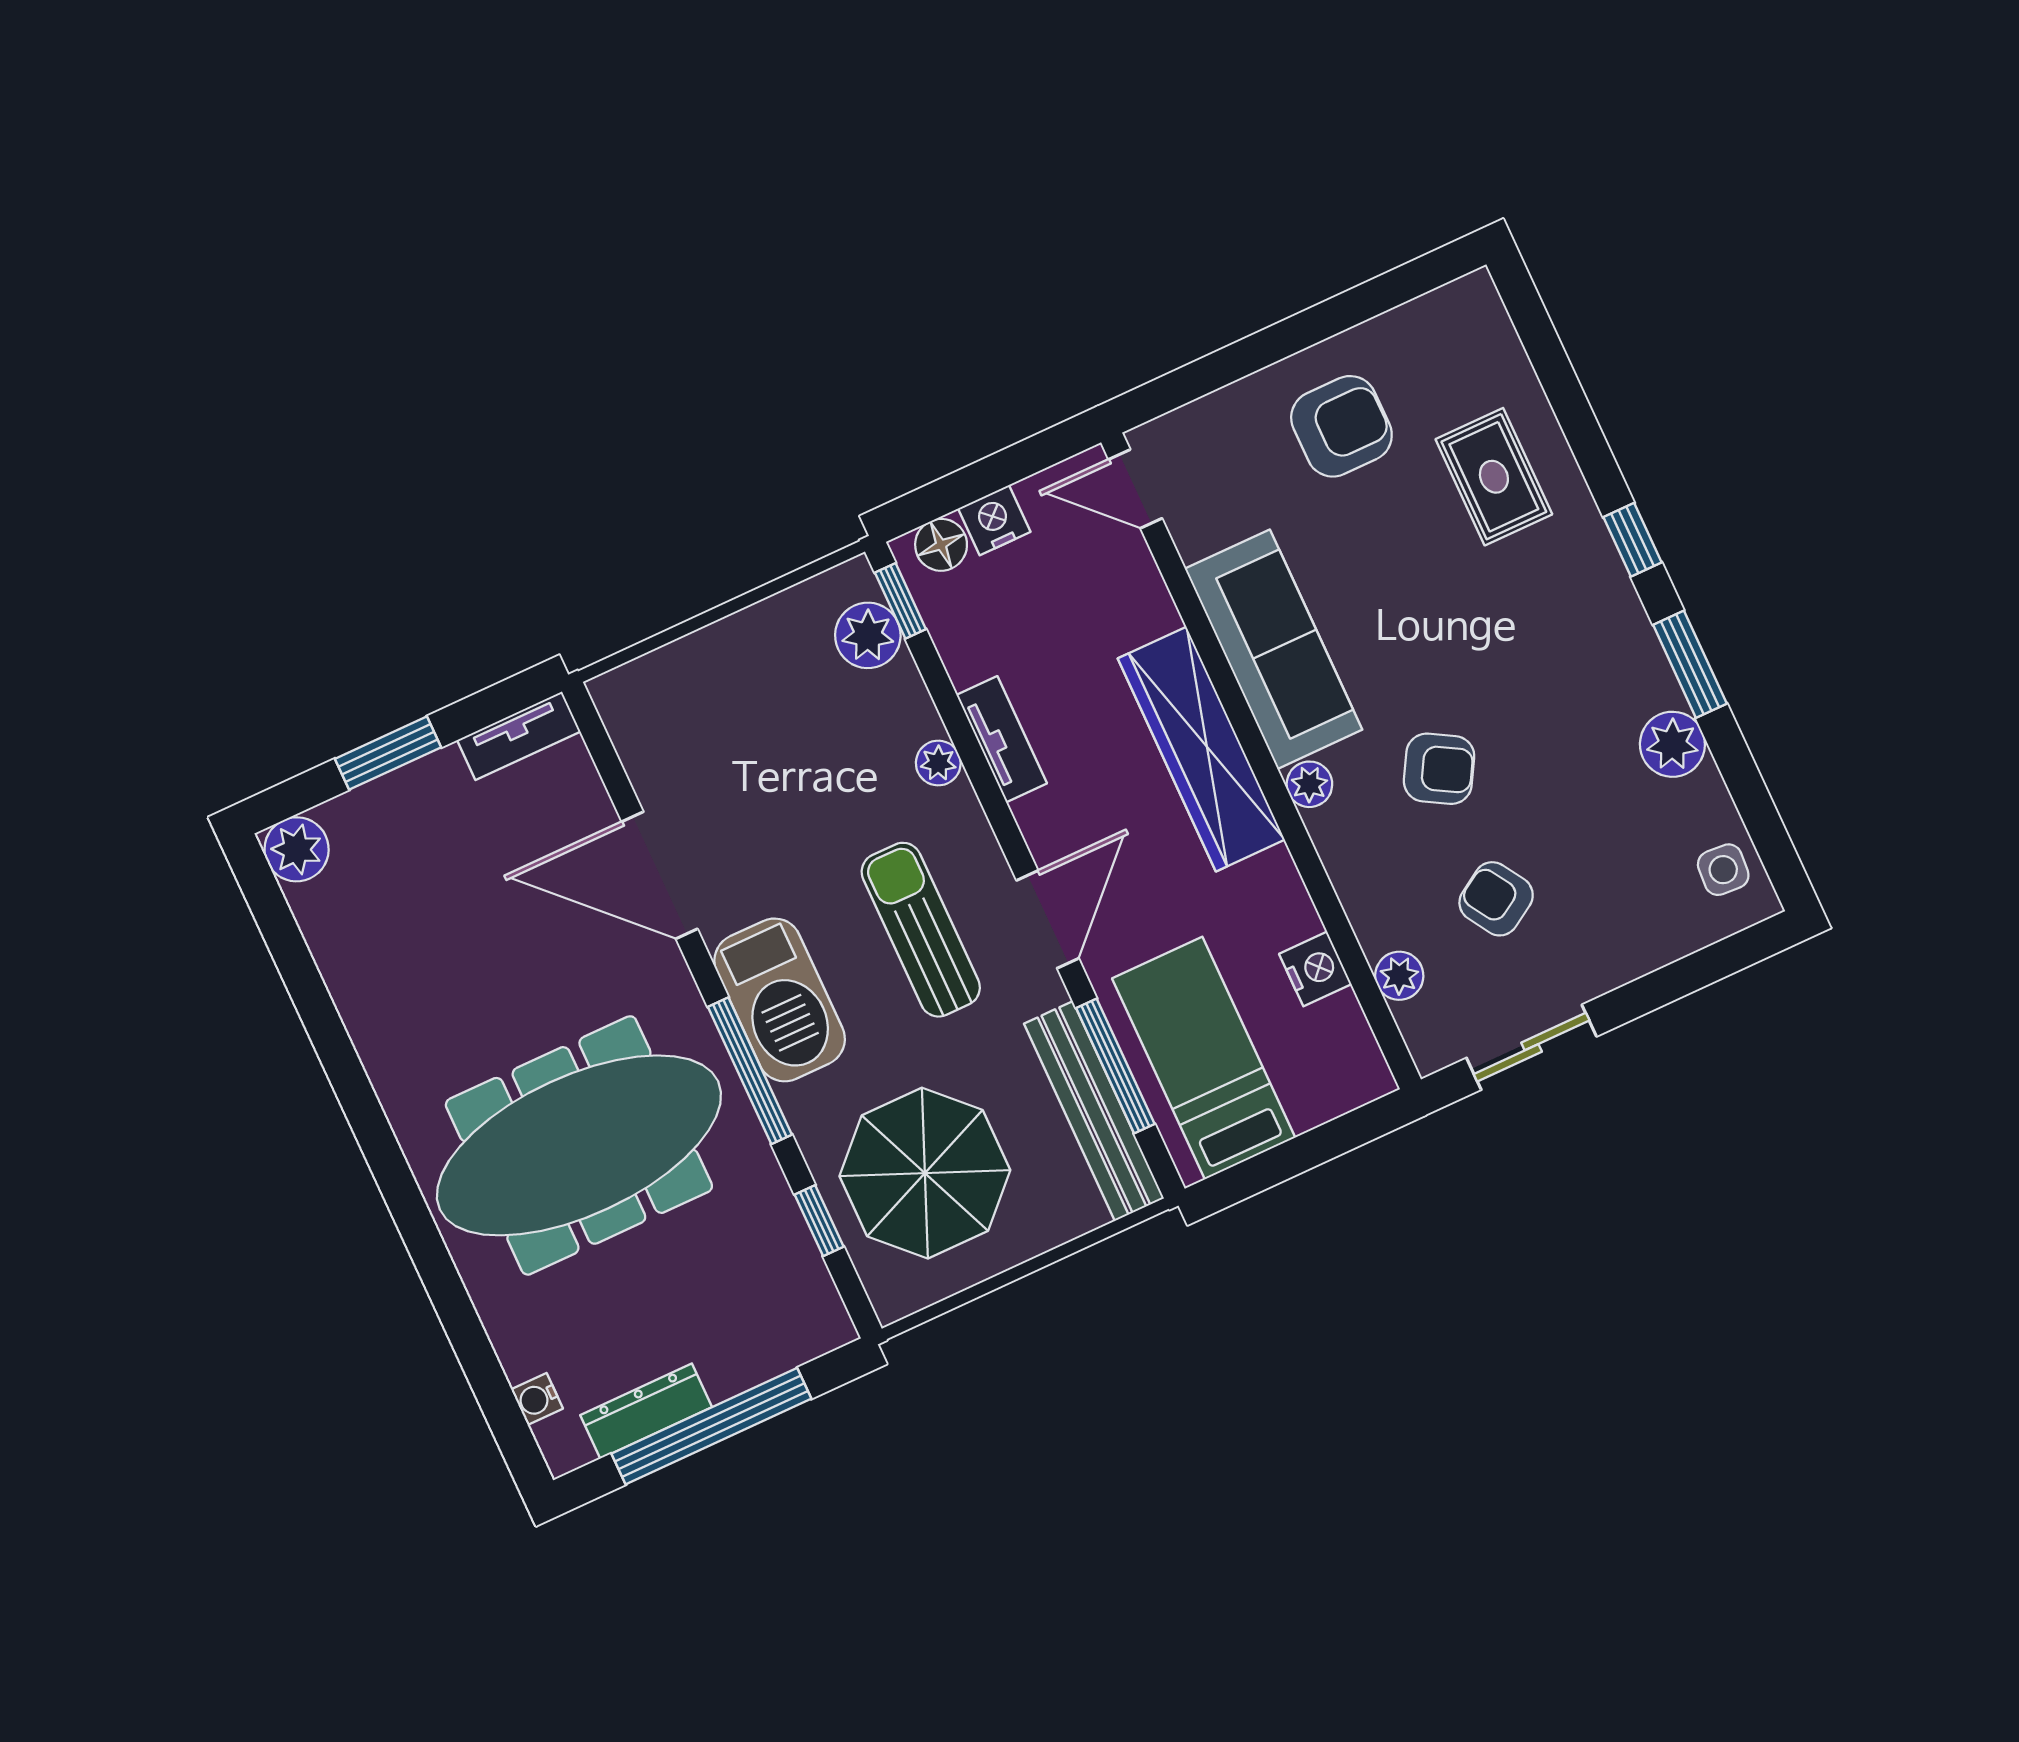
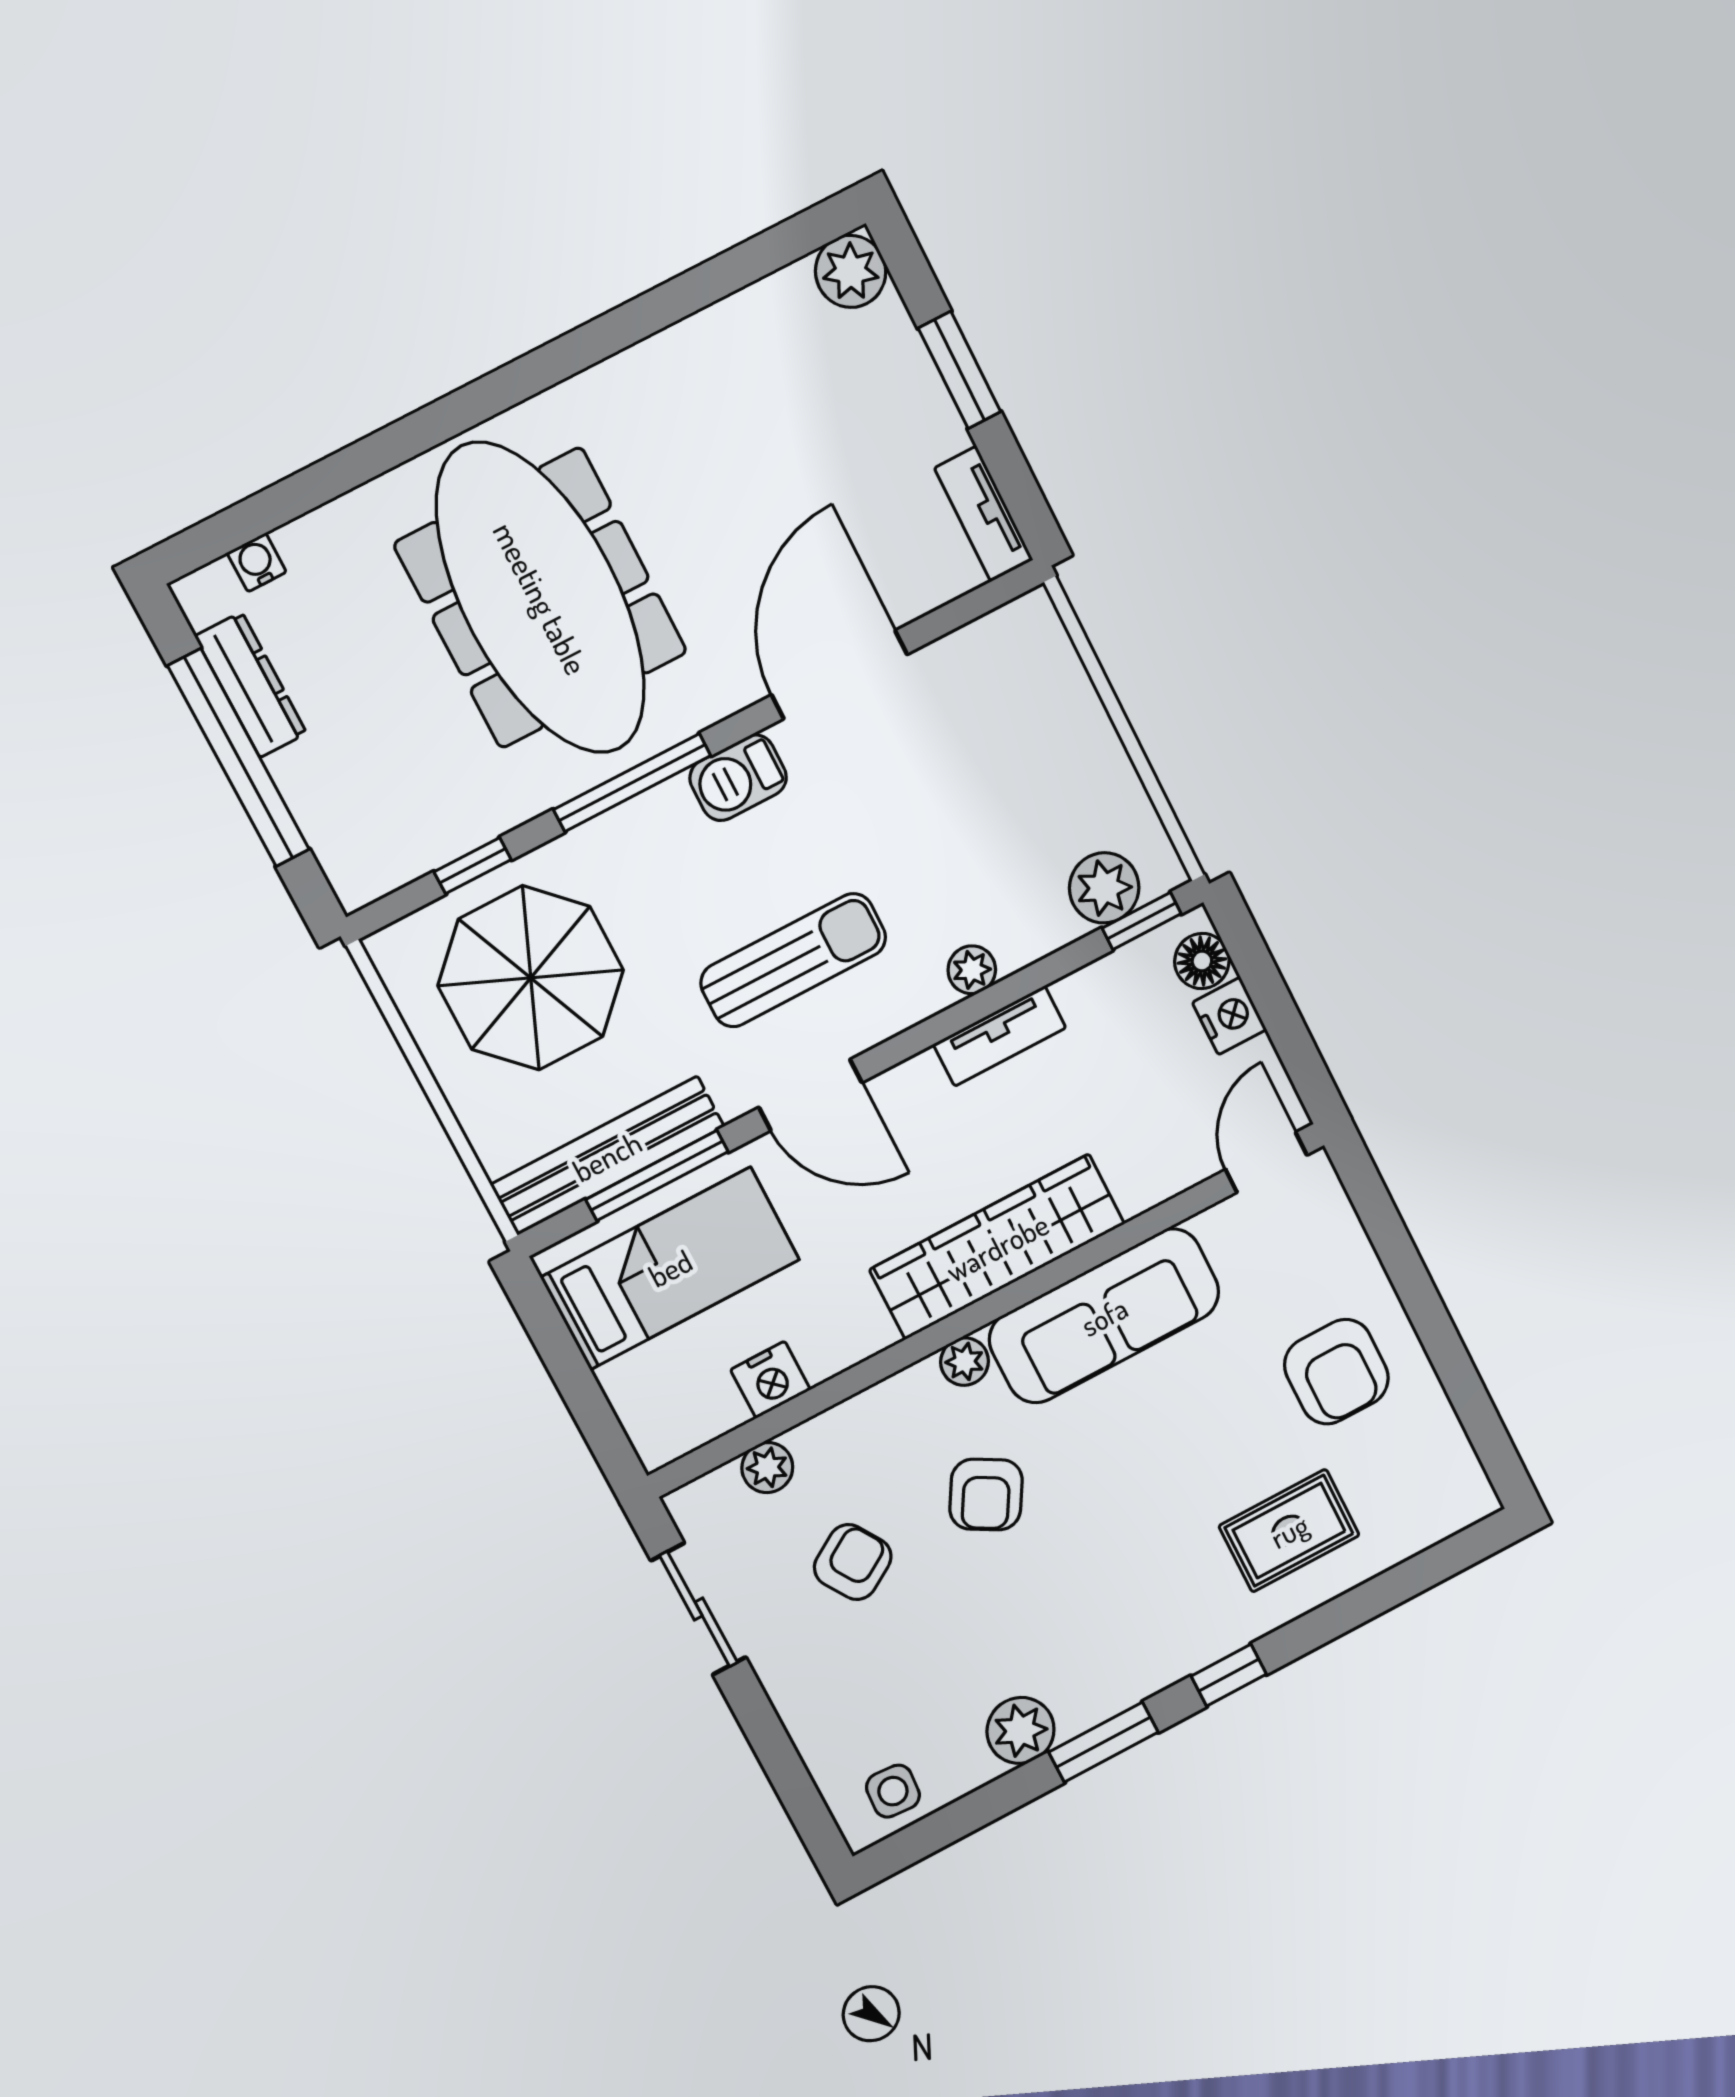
barbecue: (780, 1000) -> (738, 778), width x0.53, depth x0.65

